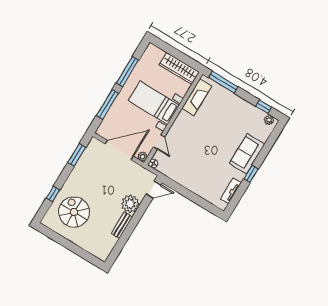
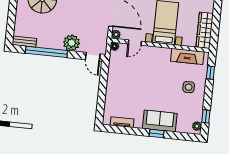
window: (223, 82) -> (210, 73), width x0.46
side table: (227, 110) -> (189, 87), added
window: (251, 174) -> (157, 134), moved
bench: (122, 225) -> (24, 42), moved
window: (127, 232) -> (46, 52), added

